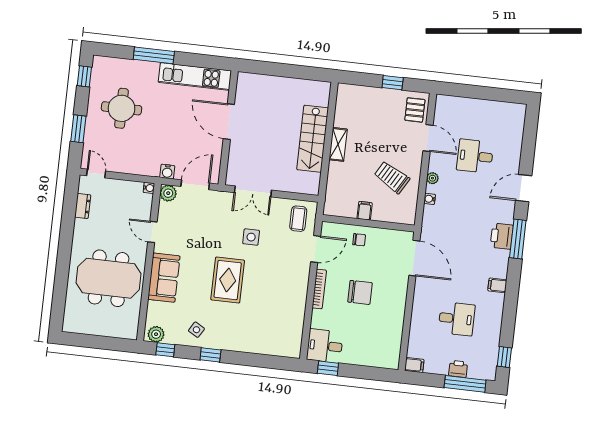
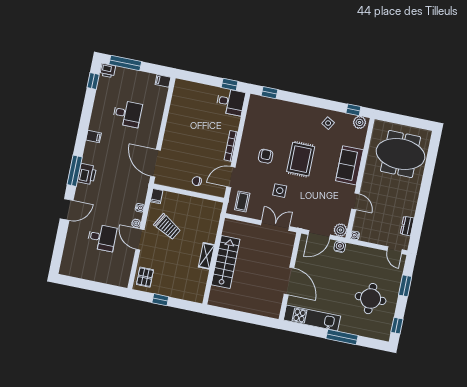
door: (428, 138) -> (140, 240), moved
filing cabinet: (365, 211) -> (157, 196), moved
meeting table: (109, 278) -> (401, 154), moved
armchair: (273, 280) -> (266, 156), added
chair: (360, 292) -> (200, 141), removed
desk: (457, 319) -> (127, 114), turned 180
window: (210, 355) -> (270, 93), moved
printer: (458, 369) -> (108, 71), moved

